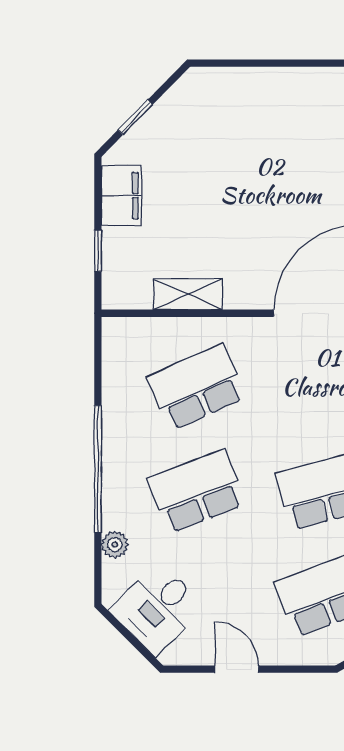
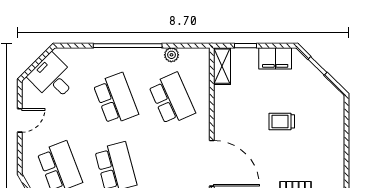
trolley: (238, 183) -> (282, 121), added
shelving: (188, 294) -> (222, 66), moved
plant: (115, 545) -> (171, 55), moved

